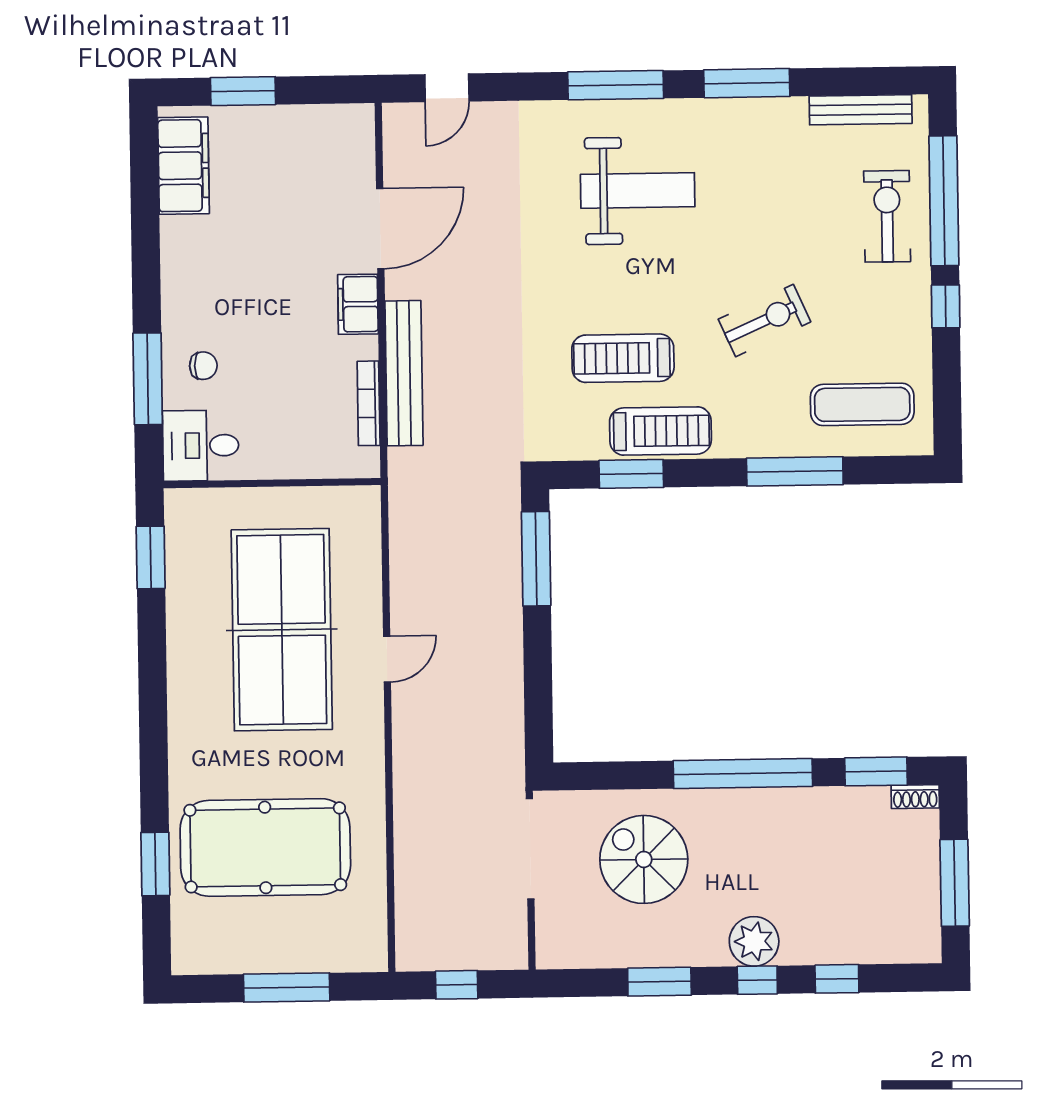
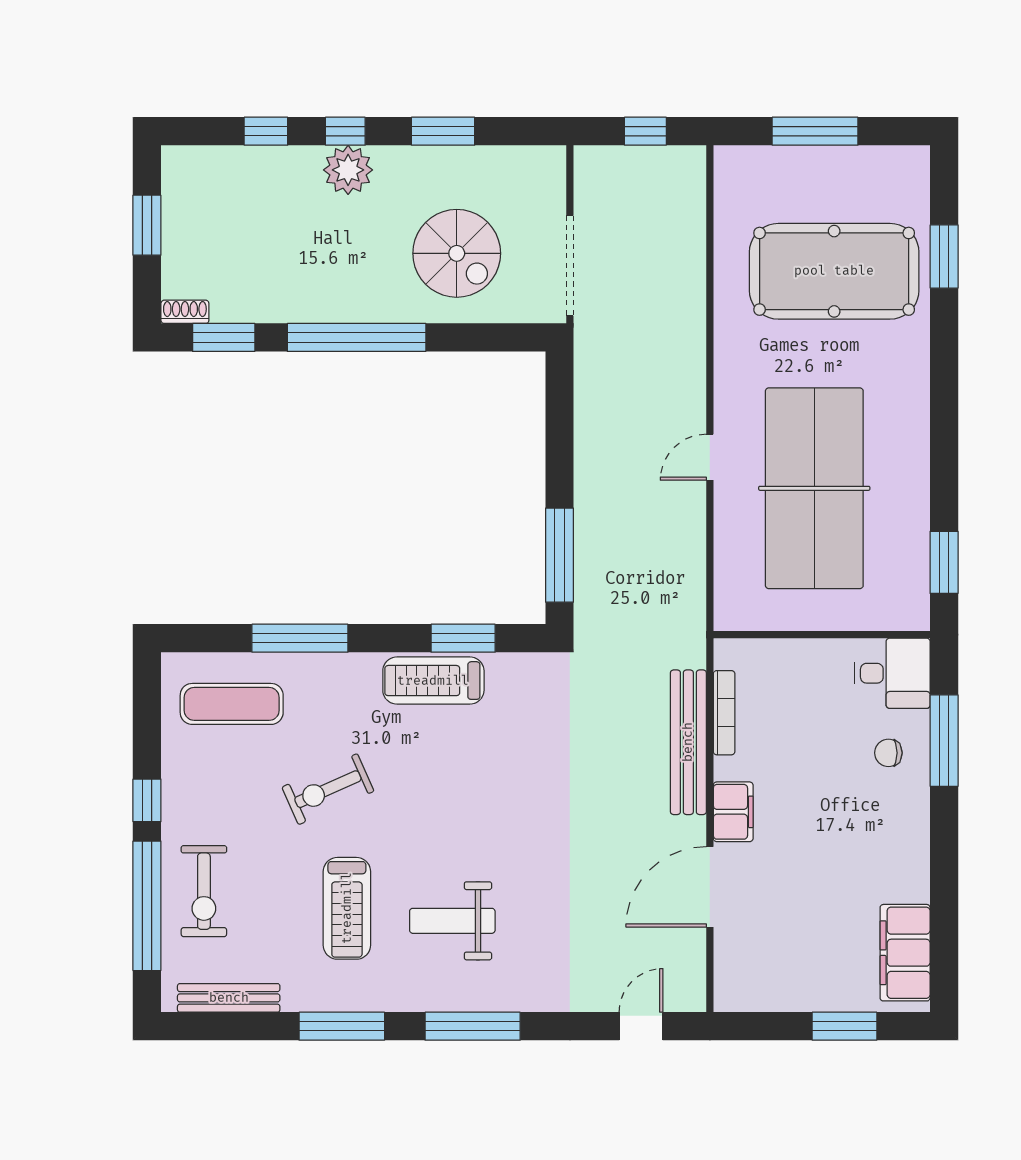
weight bench: (638, 190) -> (452, 921), width x0.73, depth x0.75
treadmill: (623, 358) -> (347, 908), moved, turned 90
window: (955, 883) -> (147, 225), width x0.69

